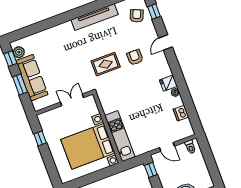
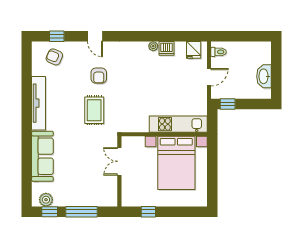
armchair: (135, 57) -> (99, 76), turned -90
sofa: (32, 78) -> (42, 156), moved, turned 90
fridge: (168, 83) -> (194, 50), moved
window: (20, 84) -> (81, 212), width x1.44
dishwasher: (181, 113) -> (166, 48), moved

